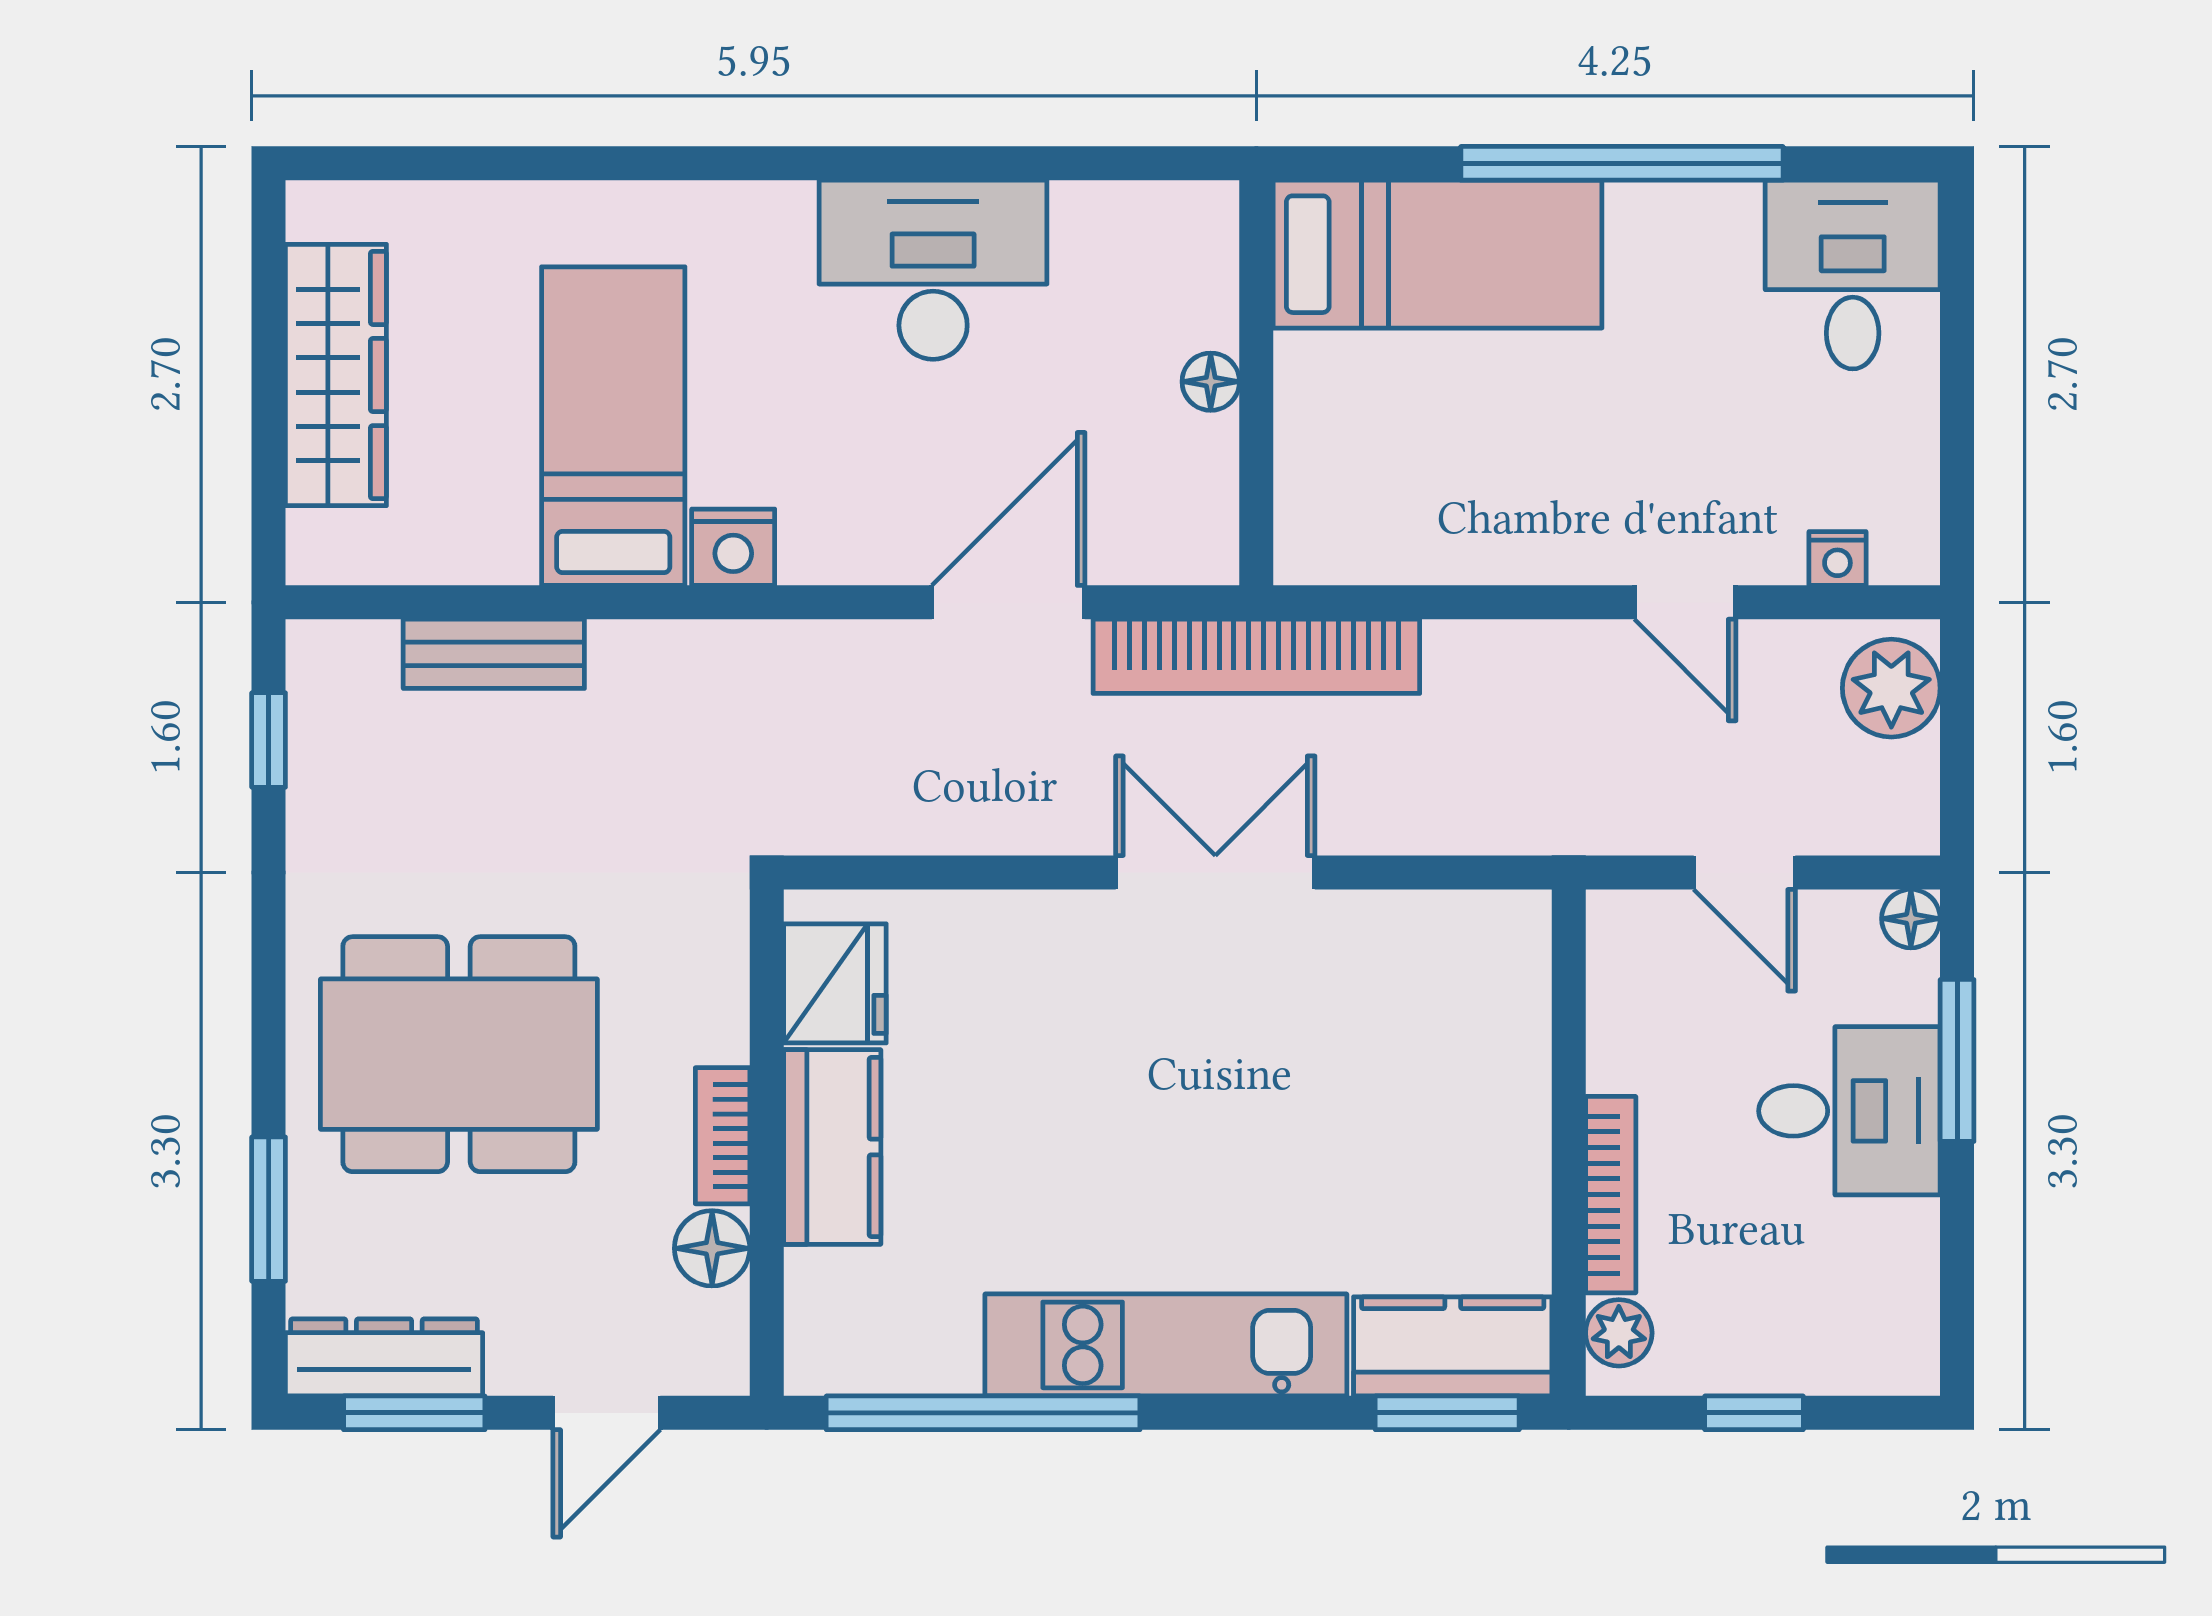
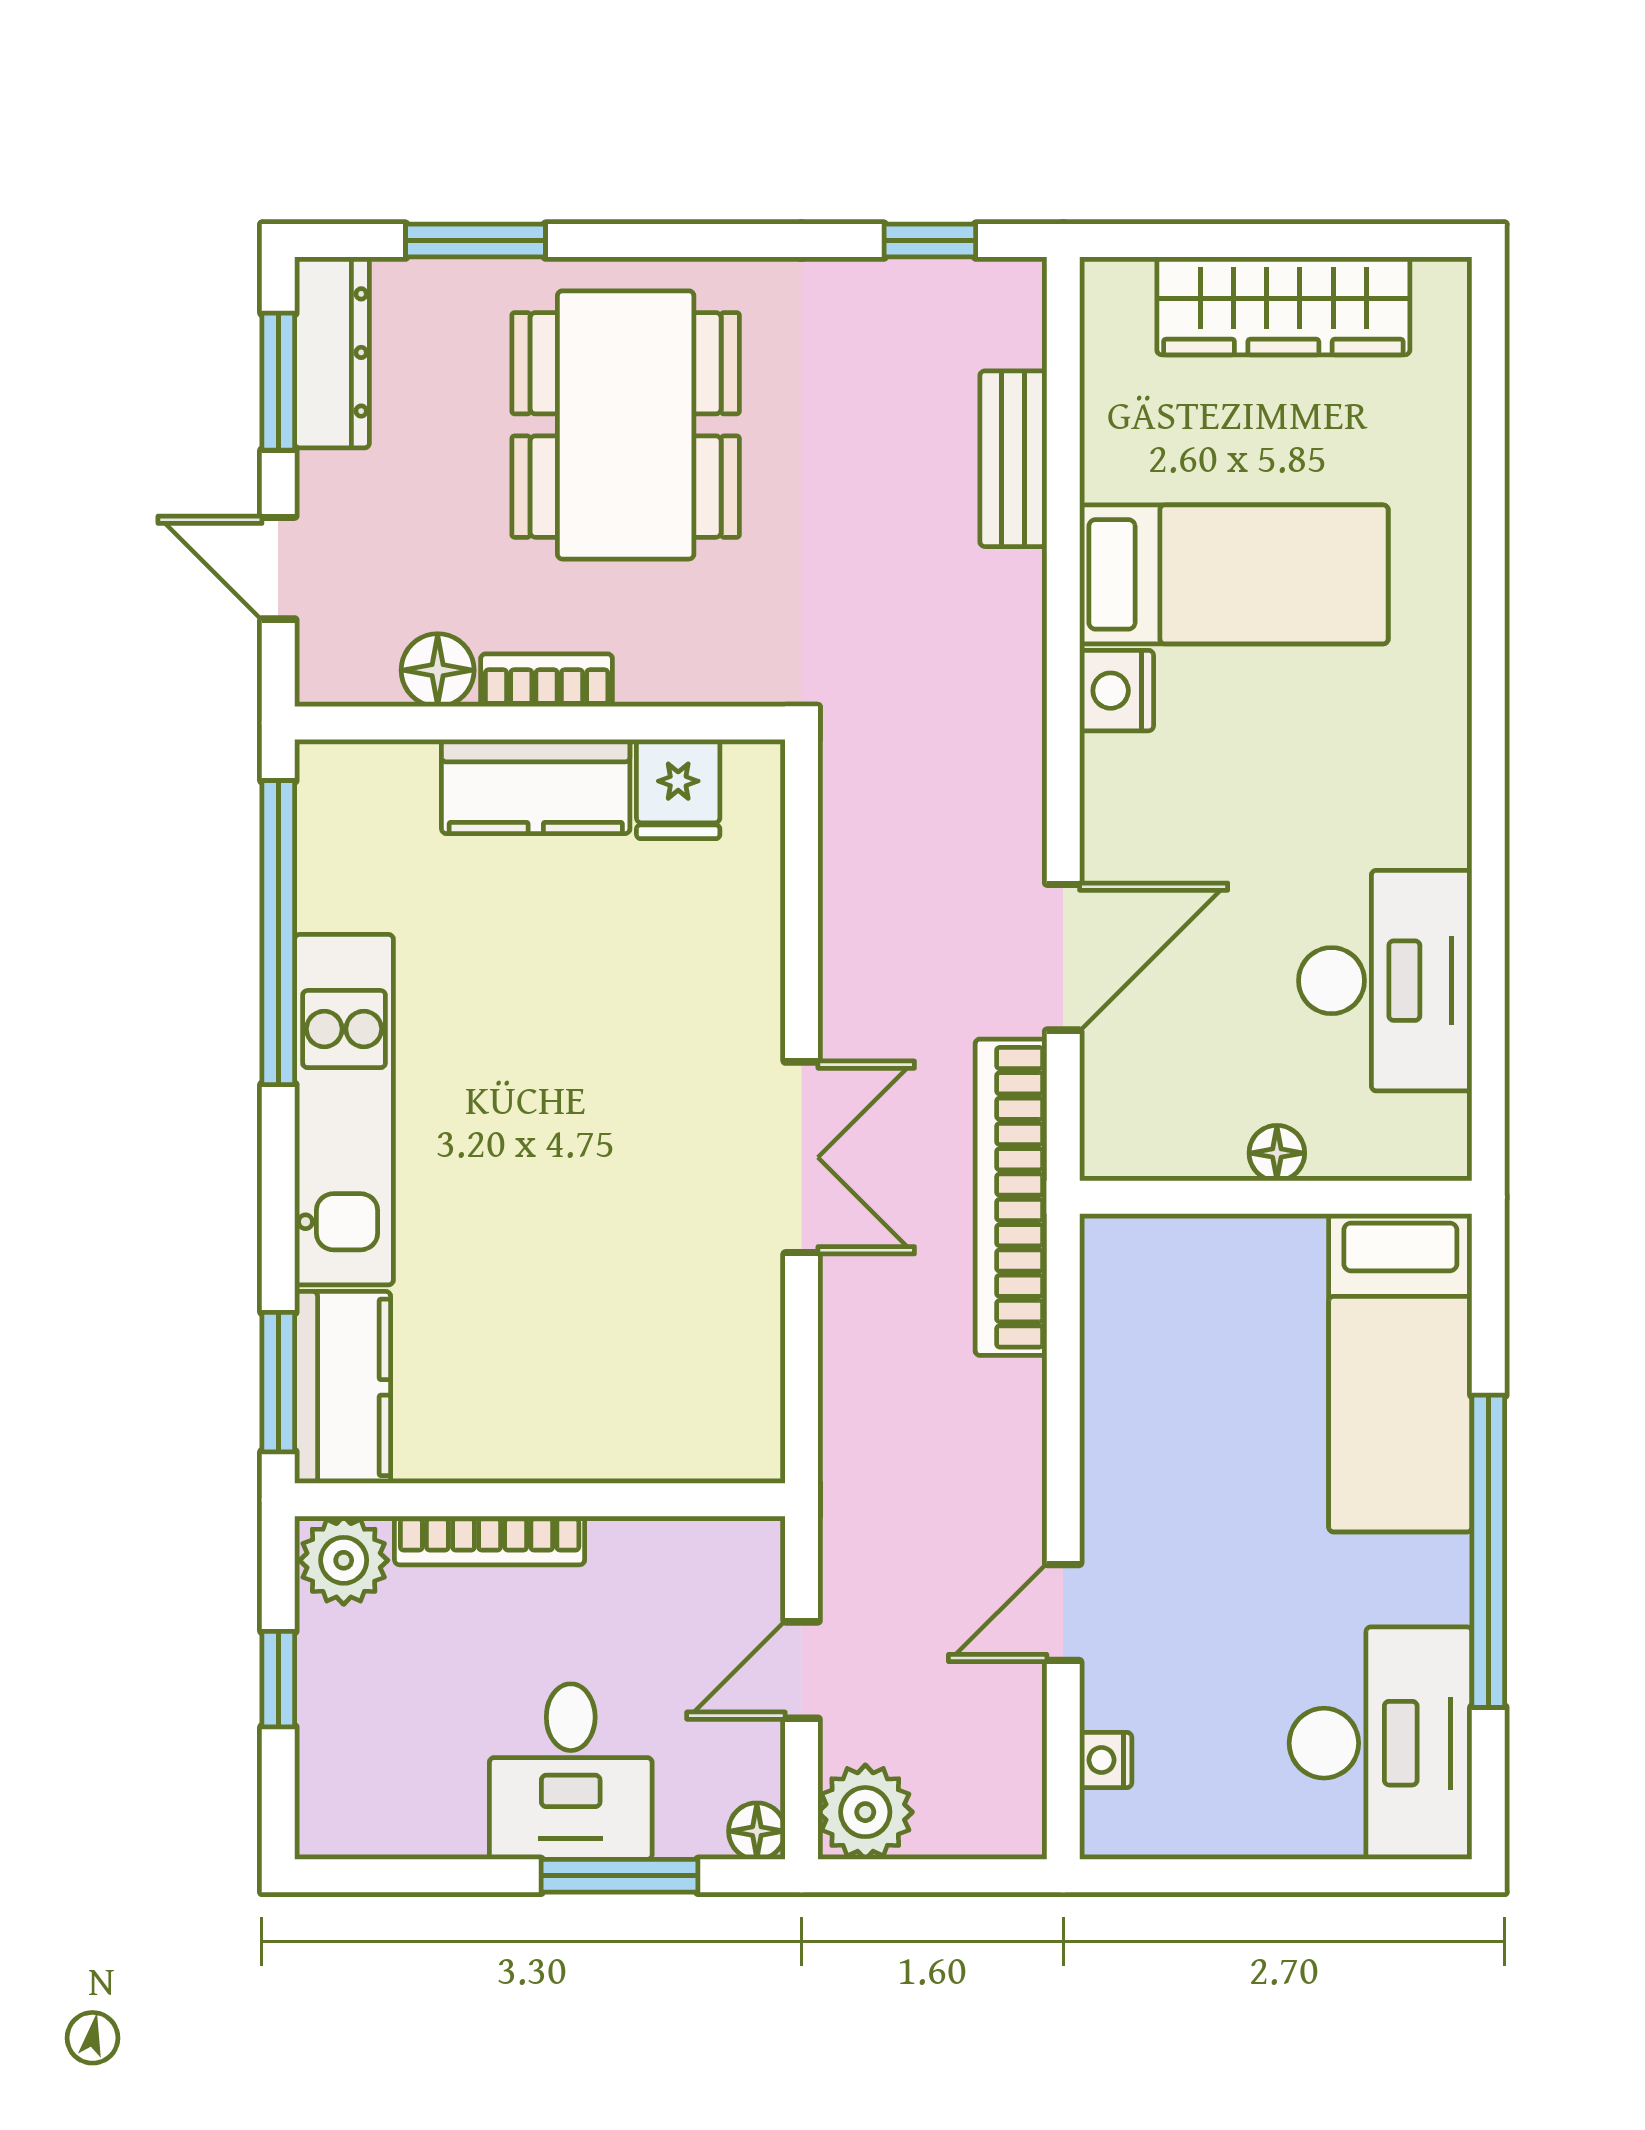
desk: (933, 270) -> (1385, 981), moved
desk: (1853, 275) -> (1381, 1743), width x1.37
door: (1008, 602) -> (1063, 957), hinge flipped
plant: (1891, 688) -> (865, 1812), moved
fridge: (835, 983) -> (678, 789), width x0.72
plant: (1619, 1333) -> (344, 1560), width x1.38, depth x1.38

